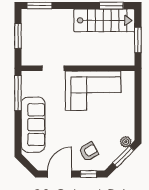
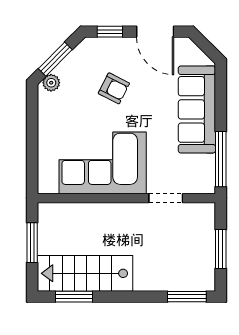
armchair: (89, 151) -> (114, 88), moved, turned -123
door: (60, 174) -> (155, 32), hinge flipped

